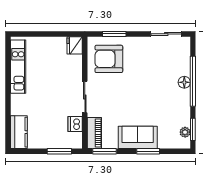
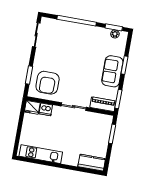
floor lamp: (184, 82) -> (76, 28), removed
dishwasher: (75, 124) -> (46, 109), moved

